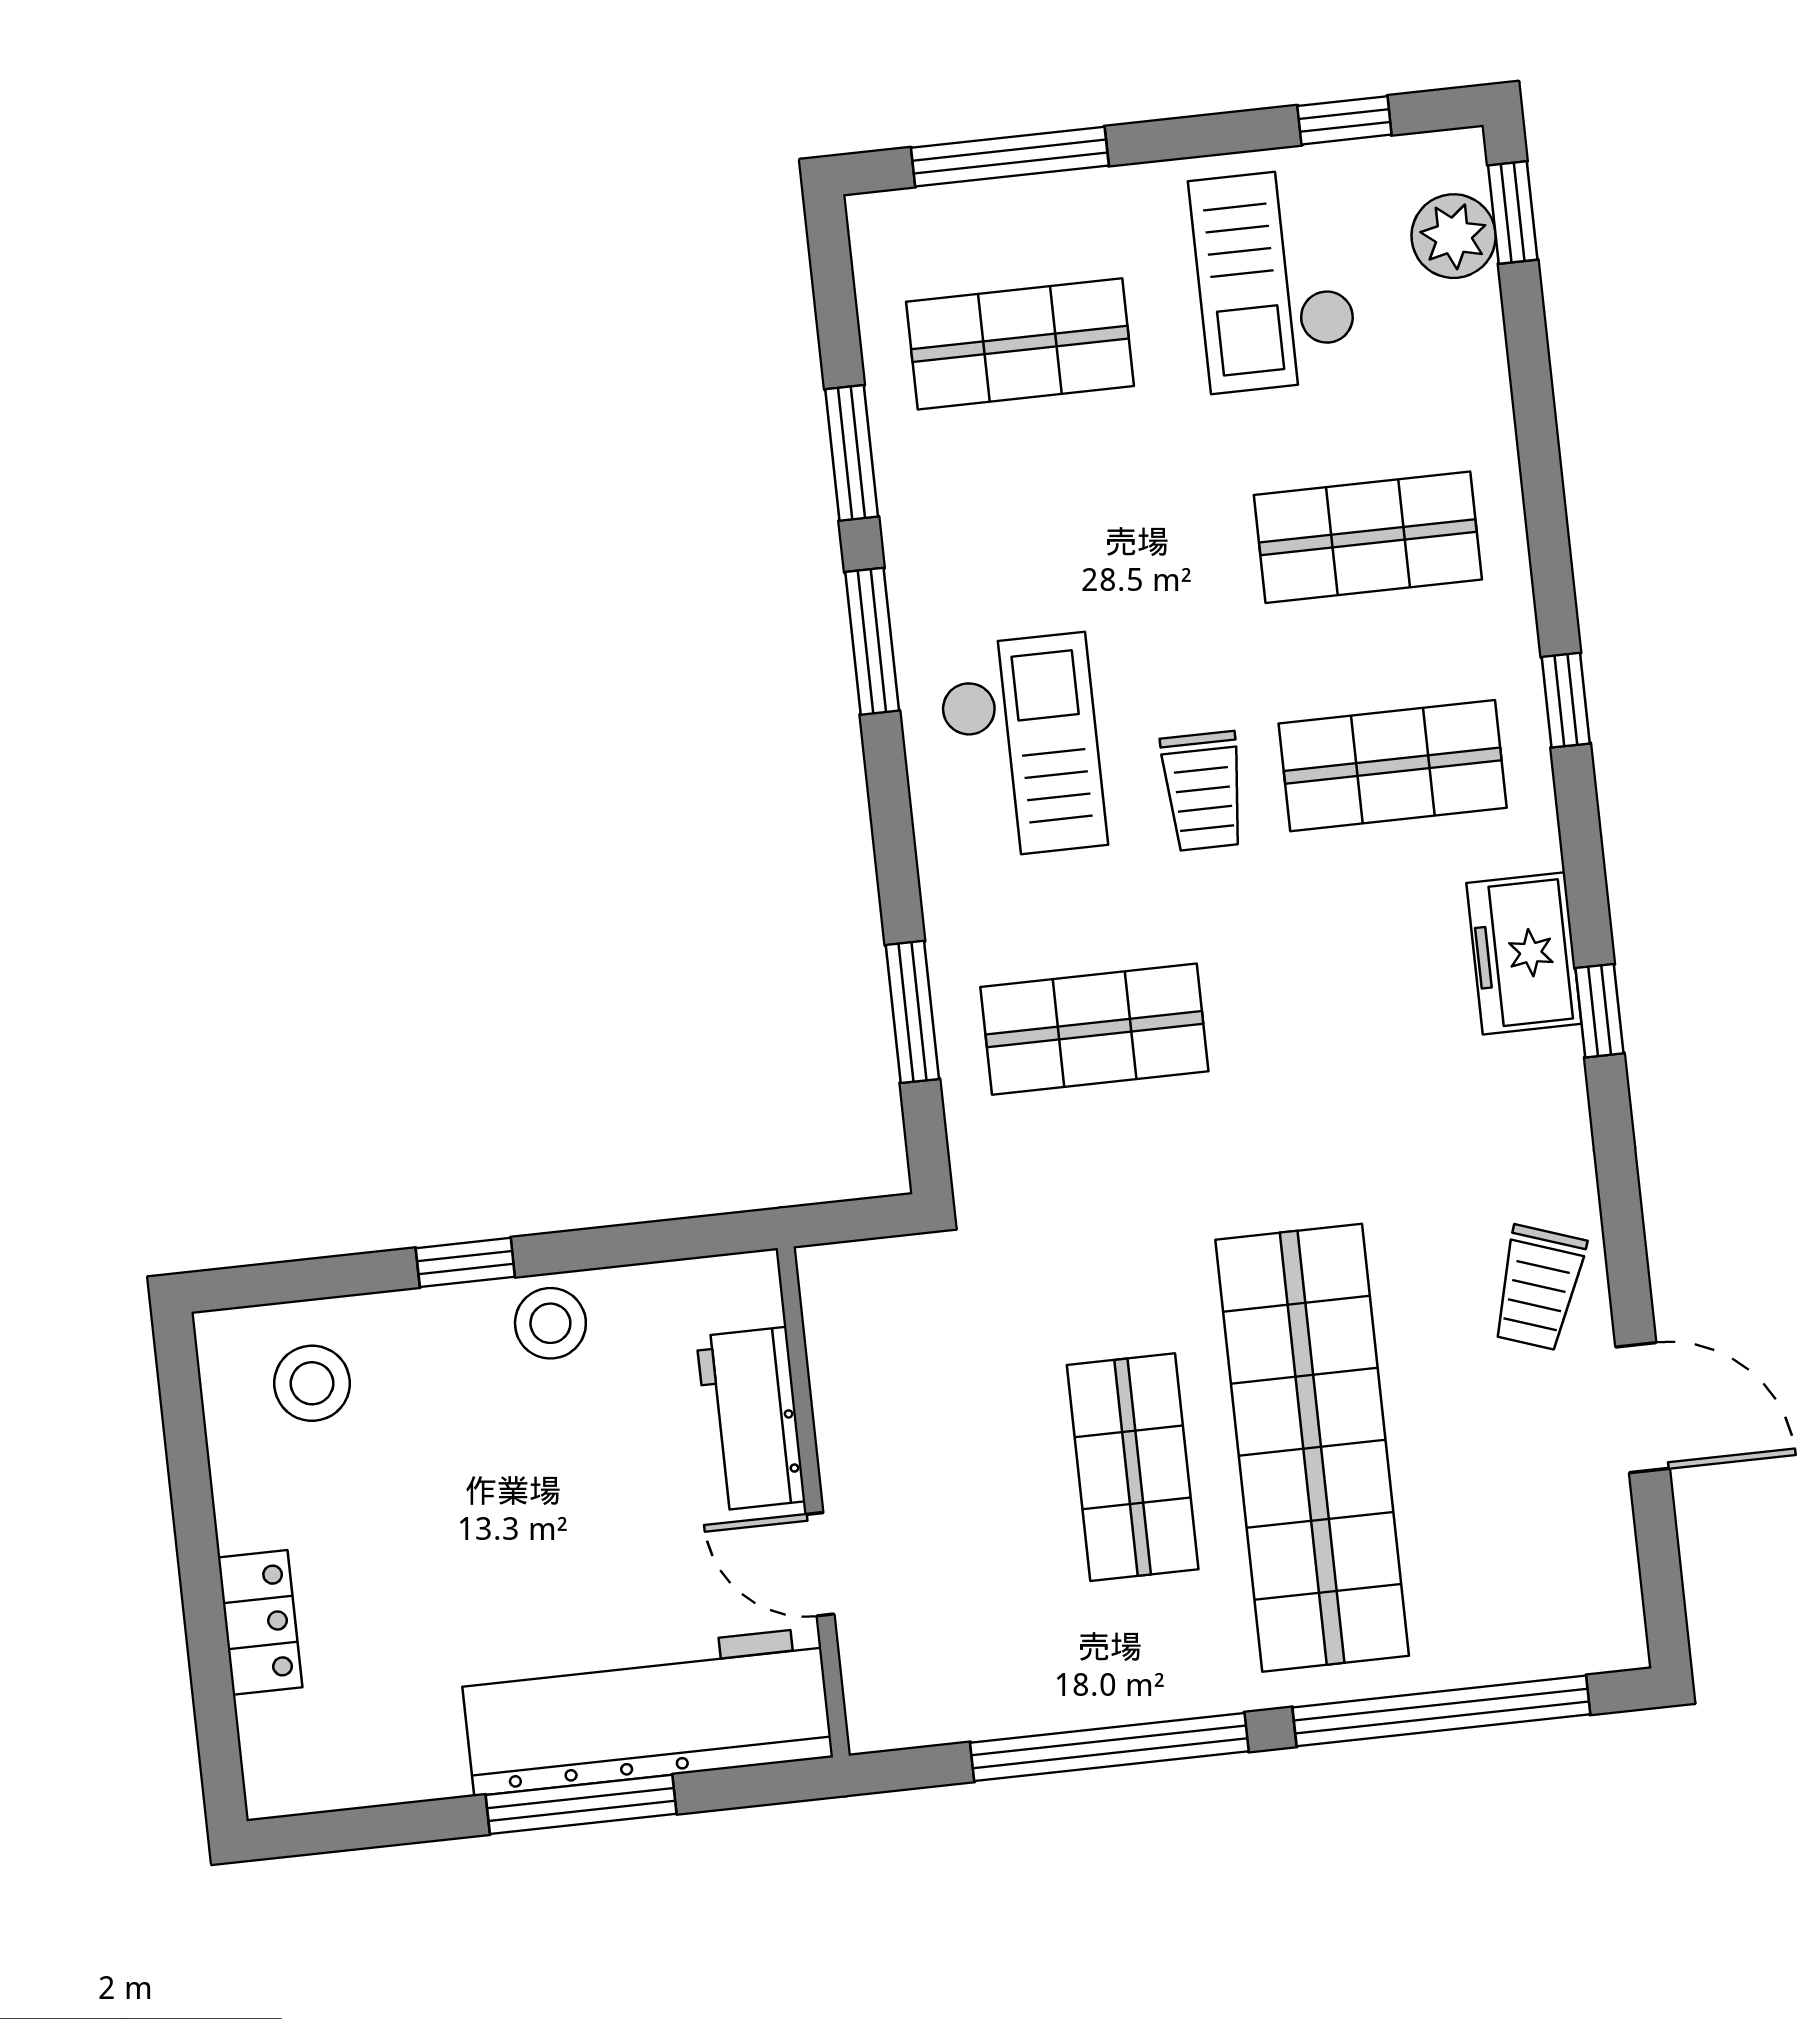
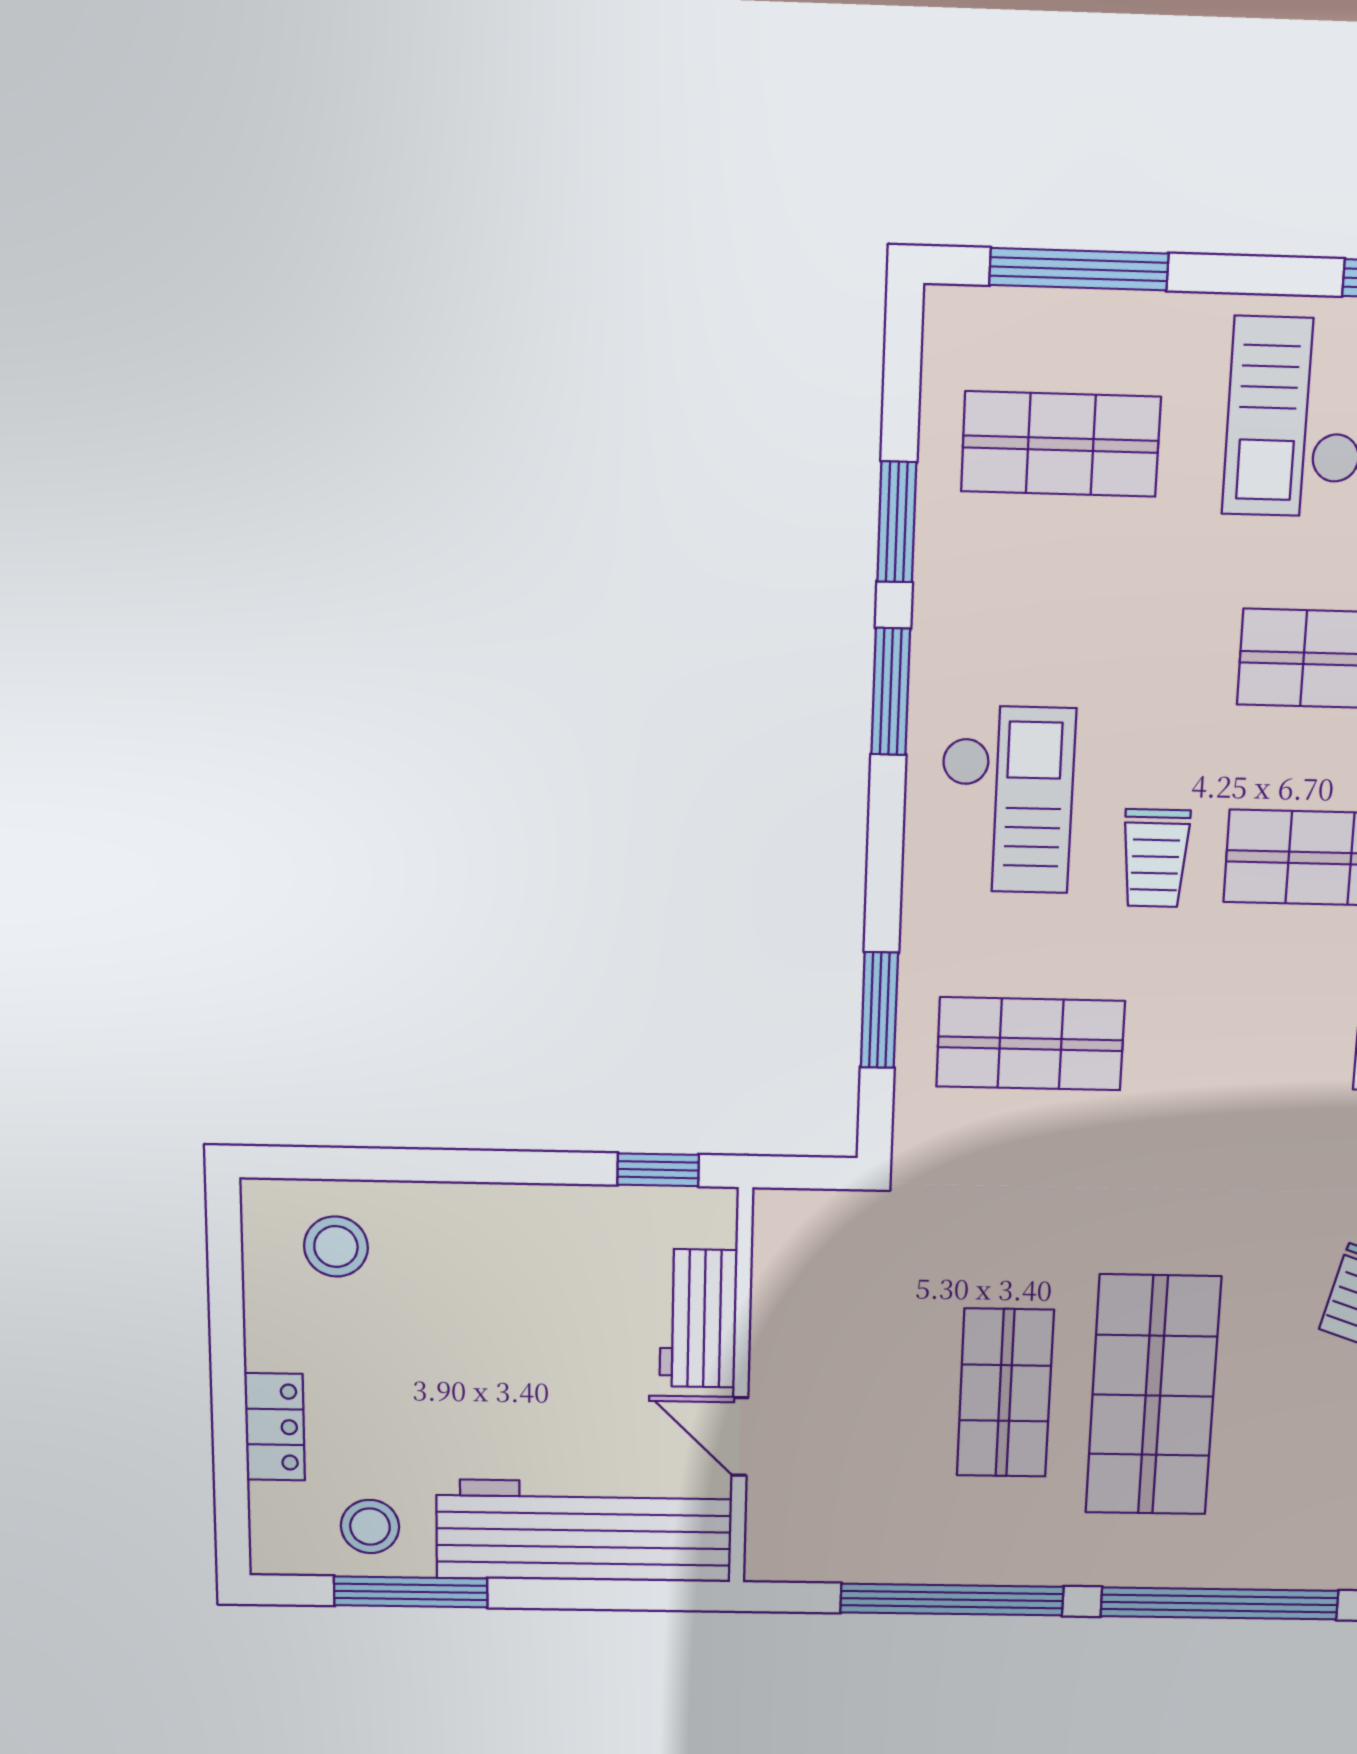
window: (465, 1262) -> (658, 1170), moved
stool: (550, 1323) -> (370, 1526), moved
shop shelf: (1312, 1448) -> (1153, 1395), width x0.71
window: (581, 1804) -> (411, 1592), moved

